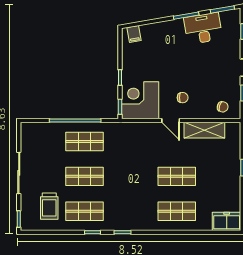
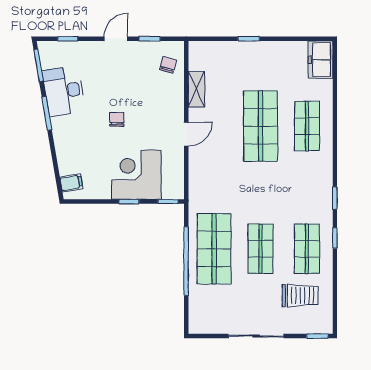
chair: (183, 98) -> (117, 119), moved
corner desk: (140, 100) -> (136, 175), moved, turned 90
shelving: (204, 130) -> (196, 89), width x0.67, depth x0.75
shop shelf: (84, 141) -> (214, 249), width x1.43, depth x1.36
shop shelf: (177, 176) -> (261, 126), width x1.43, depth x1.36

